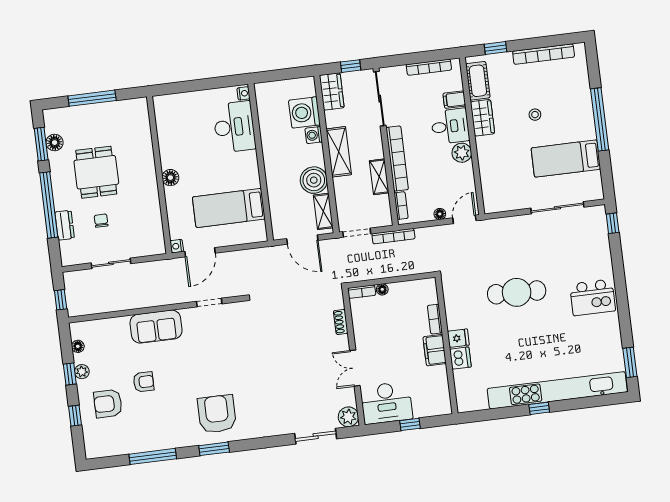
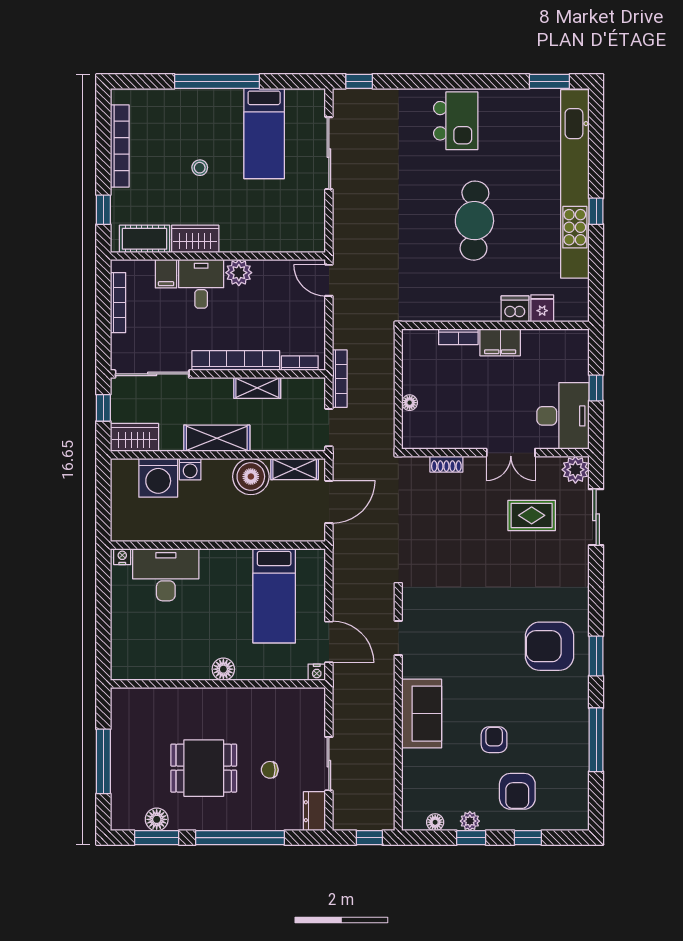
floor lamp: (440, 214) -> (318, 312), removed
dresser: (65, 225) -> (314, 811), moved, turned -90
bookcase: (362, 292) -> (409, 431), removed
cafe table: (517, 292) -> (474, 221), moved
fridge: (458, 338) -> (542, 308), moved
rug: (311, 389) -> (532, 515), added

